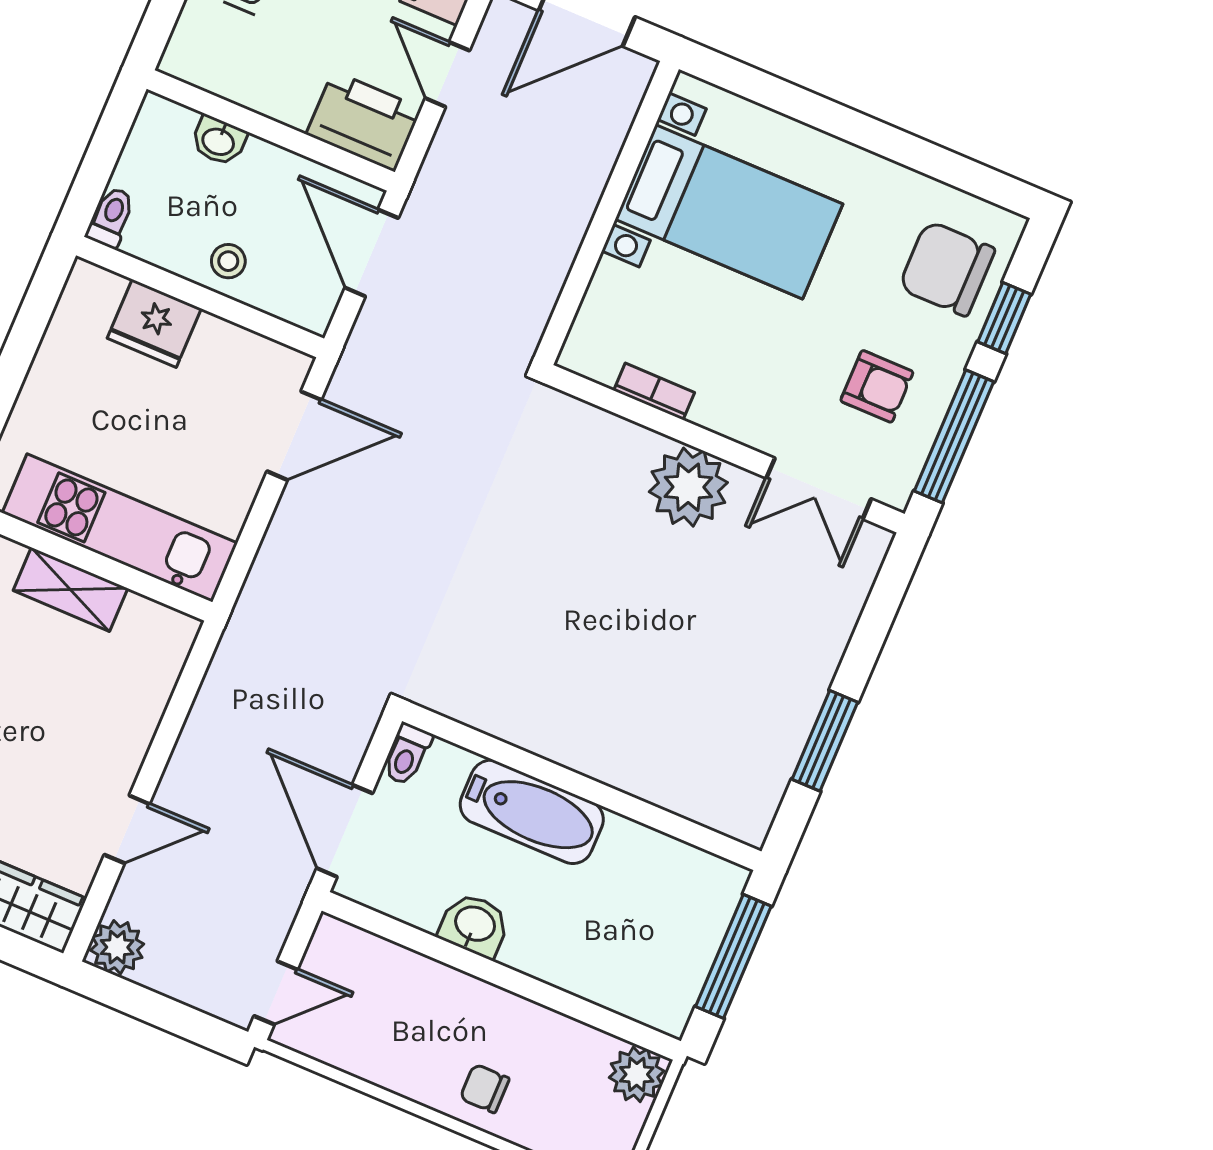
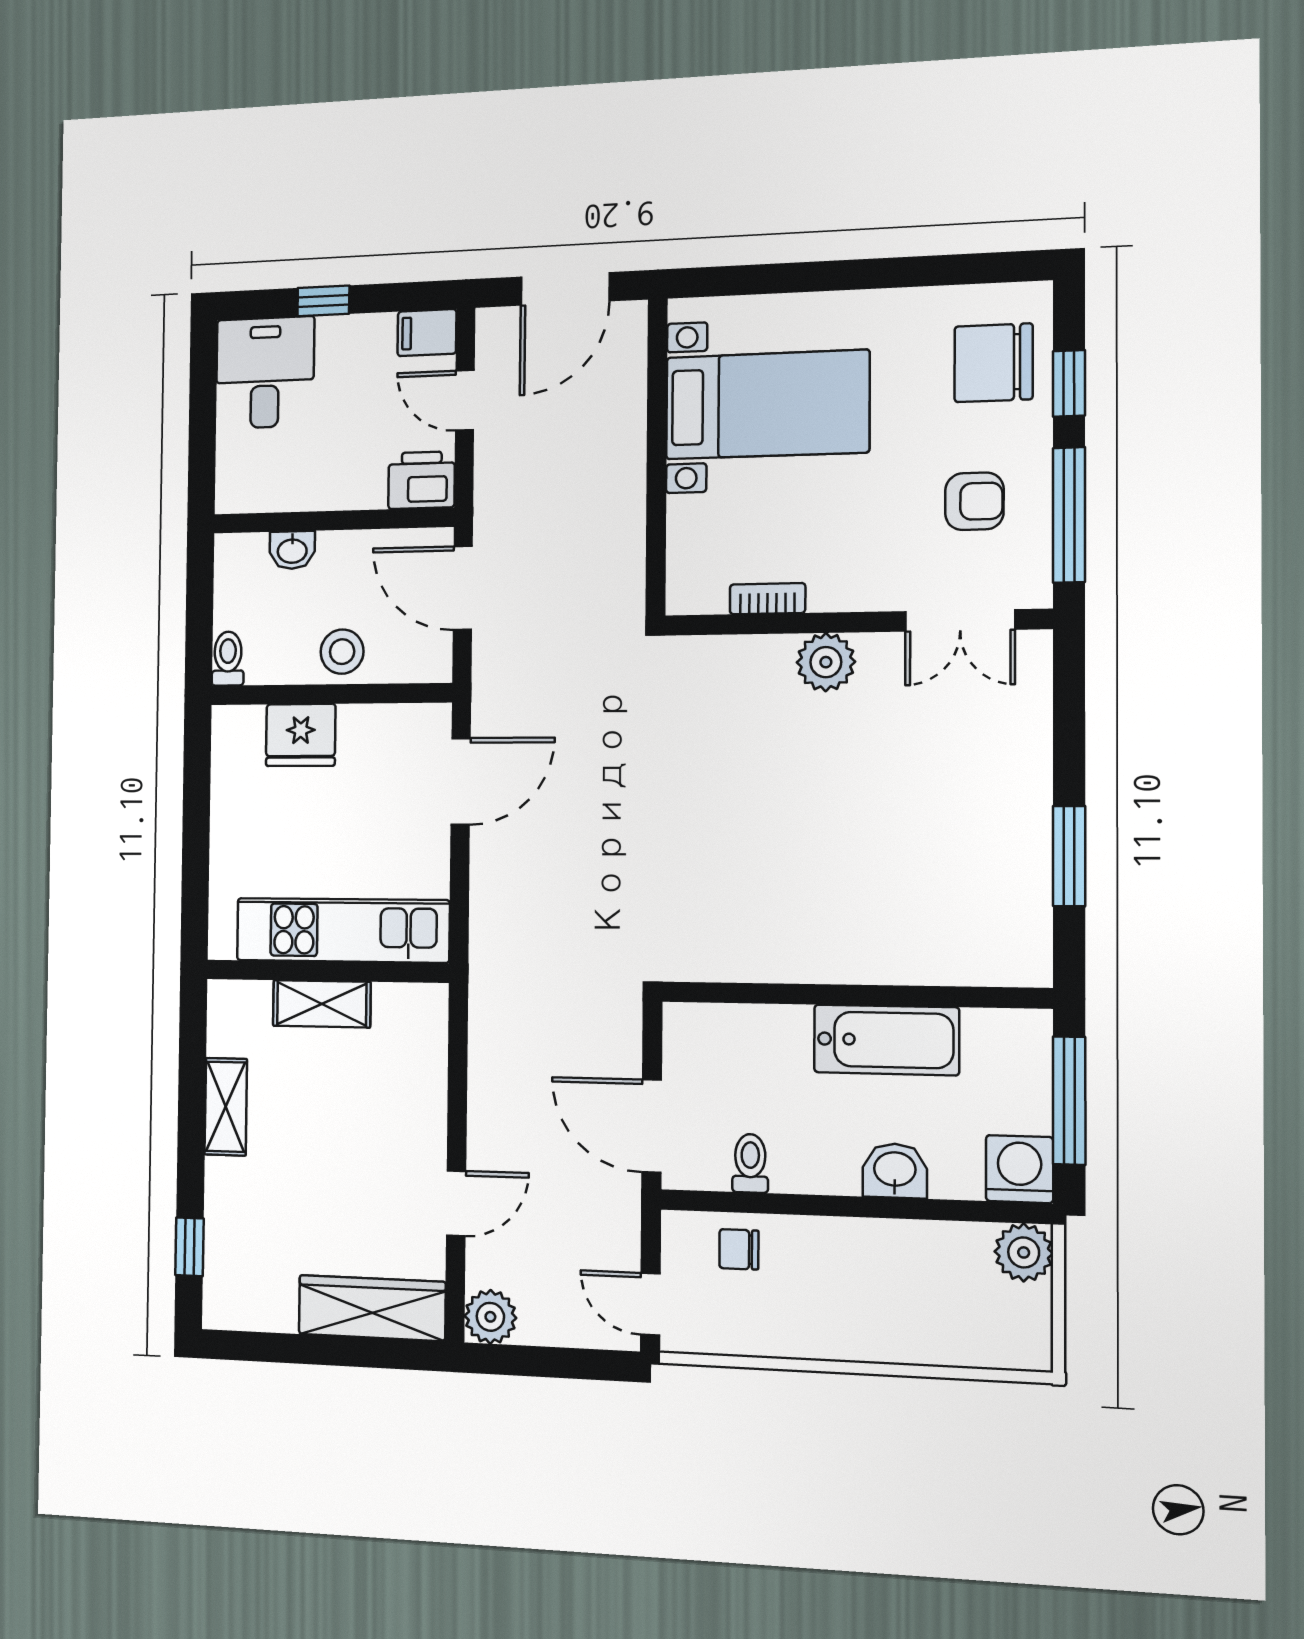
printer: (364, 121) -> (422, 480), width x0.73, depth x0.84
stool: (228, 261) -> (342, 652), width x1.37, depth x1.37
plant: (688, 487) -> (826, 662), width x0.73, depth x0.73
toilet: (407, 754) -> (750, 1163), moved, turned 180
bathtub: (532, 812) -> (886, 1040), moved
washbasin: (474, 925) -> (895, 1171), moved
door: (276, 993) -> (650, 1304), swing flipped
washing machine: (664, 1000) -> (1020, 1169), added
chair: (485, 1088) -> (739, 1249), moved

